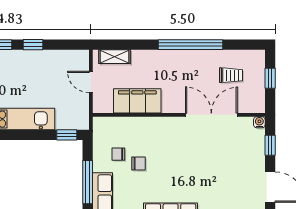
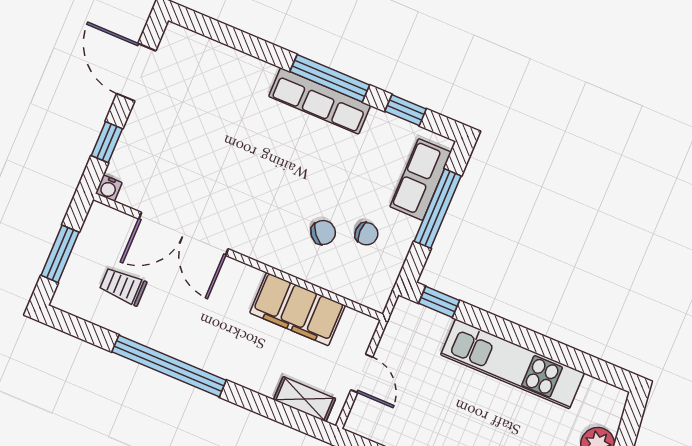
window: (270, 78) -> (60, 254), width x1.50
chair: (139, 164) -> (323, 233), moved, turned 140

